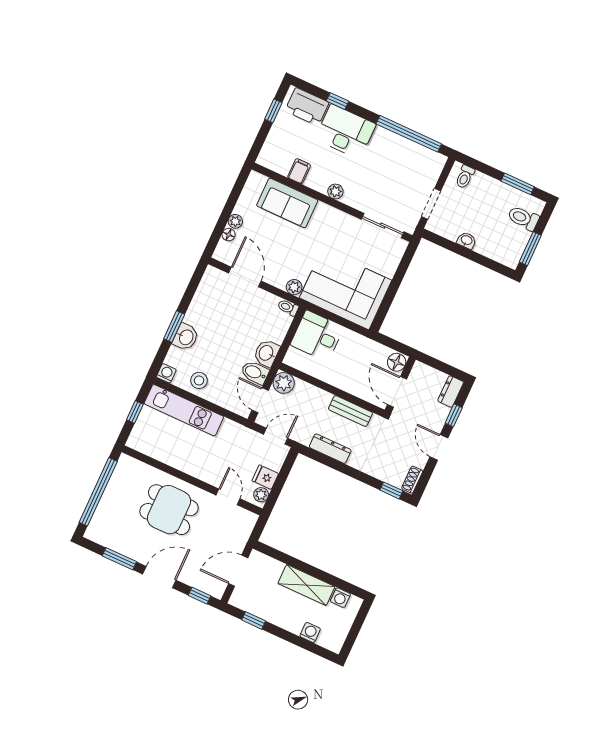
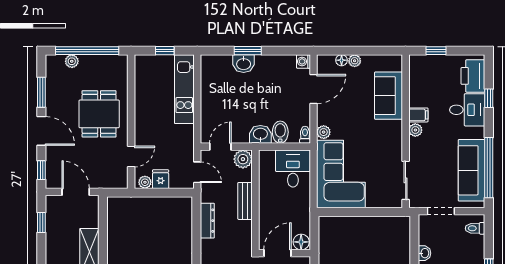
window: (273, 111) -> (436, 51), moved
desk: (345, 131) -> (467, 110), width x0.73
sofa: (403, 153) -> (472, 170), added
filing cabinet: (299, 171) -> (418, 115), moved
washing machine: (166, 373) -> (303, 61), moved, turned 180
bidet: (255, 373) -> (280, 132), moved
stool: (199, 380) -> (214, 90), removed
bench: (350, 411) -> (245, 201), moved
plant: (102, 513) -> (72, 61), added

